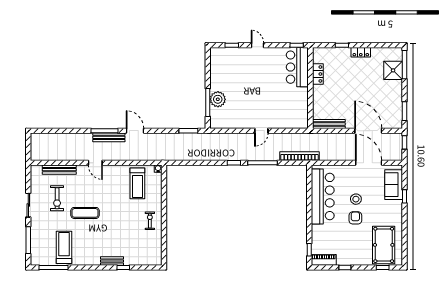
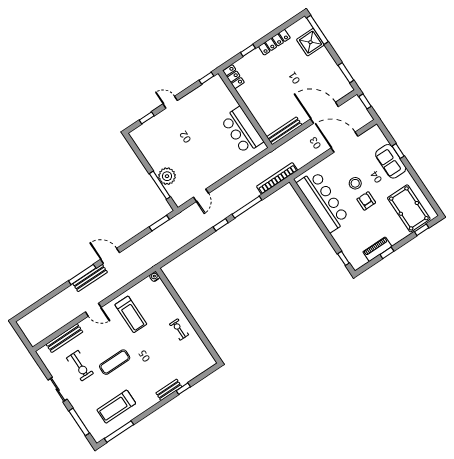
locker: (361, 52) -> (274, 42), width x1.53
bar counter: (297, 67) -> (242, 130), moved
locker: (318, 74) -> (233, 77), moved
door: (261, 131) -> (201, 195), moved
treadmill: (137, 183) -> (131, 314), moved
sofa: (394, 185) -> (391, 161), moved
treadmill: (64, 247) -> (116, 407), turned -90
piano: (324, 260) -> (377, 249), moved

